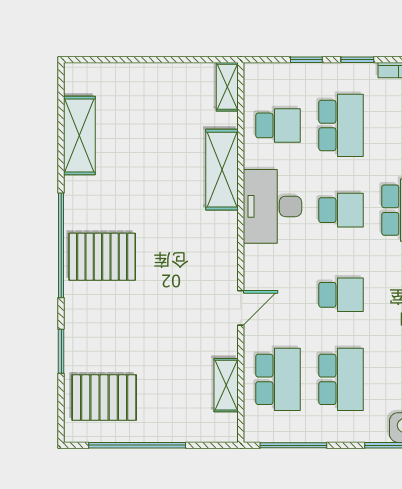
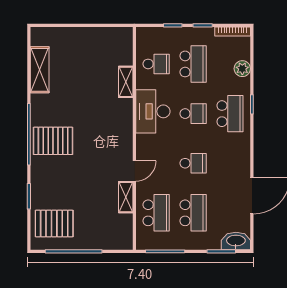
shelving: (227, 87) -> (126, 41), removed
shelving: (222, 170) -> (126, 82), width x0.67, depth x0.75
shelving: (226, 385) -> (126, 197), moved

